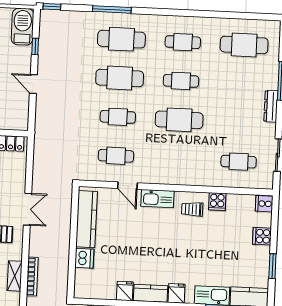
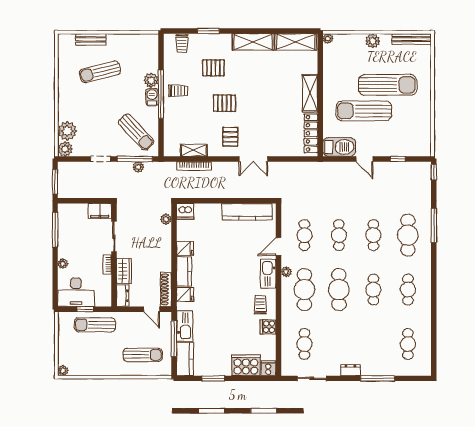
barbecue: (22, 27) -> (339, 147), moved
cafe table: (244, 45) -> (408, 344), width x0.73, depth x0.74
cafe table: (120, 78) -> (373, 235), width x0.73, depth x0.74
door: (33, 84) -> (364, 159), swing flipped
dresser: (271, 106) -> (350, 370), width x0.70
cafe table: (177, 159) -> (304, 290), added
plant: (156, 178) -> (286, 272), added
cooker: (262, 236) -> (246, 365), width x1.87, depth x1.31
dishwasher: (84, 258) -> (185, 211), moved

